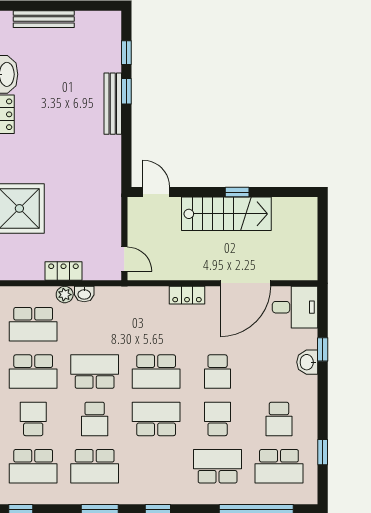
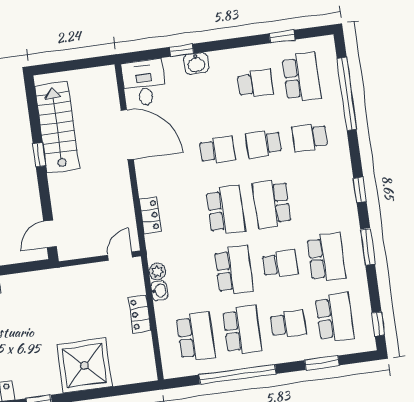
stairs: (226, 214) -> (57, 128), moved
plant: (65, 295) -> (157, 271), moved
locker: (187, 295) -> (150, 215), moved
school desk: (95, 372) -> (234, 270), turned 180
school desk: (33, 419) -> (288, 324), turned 180
school desk: (218, 466) -> (310, 137), width x0.54

